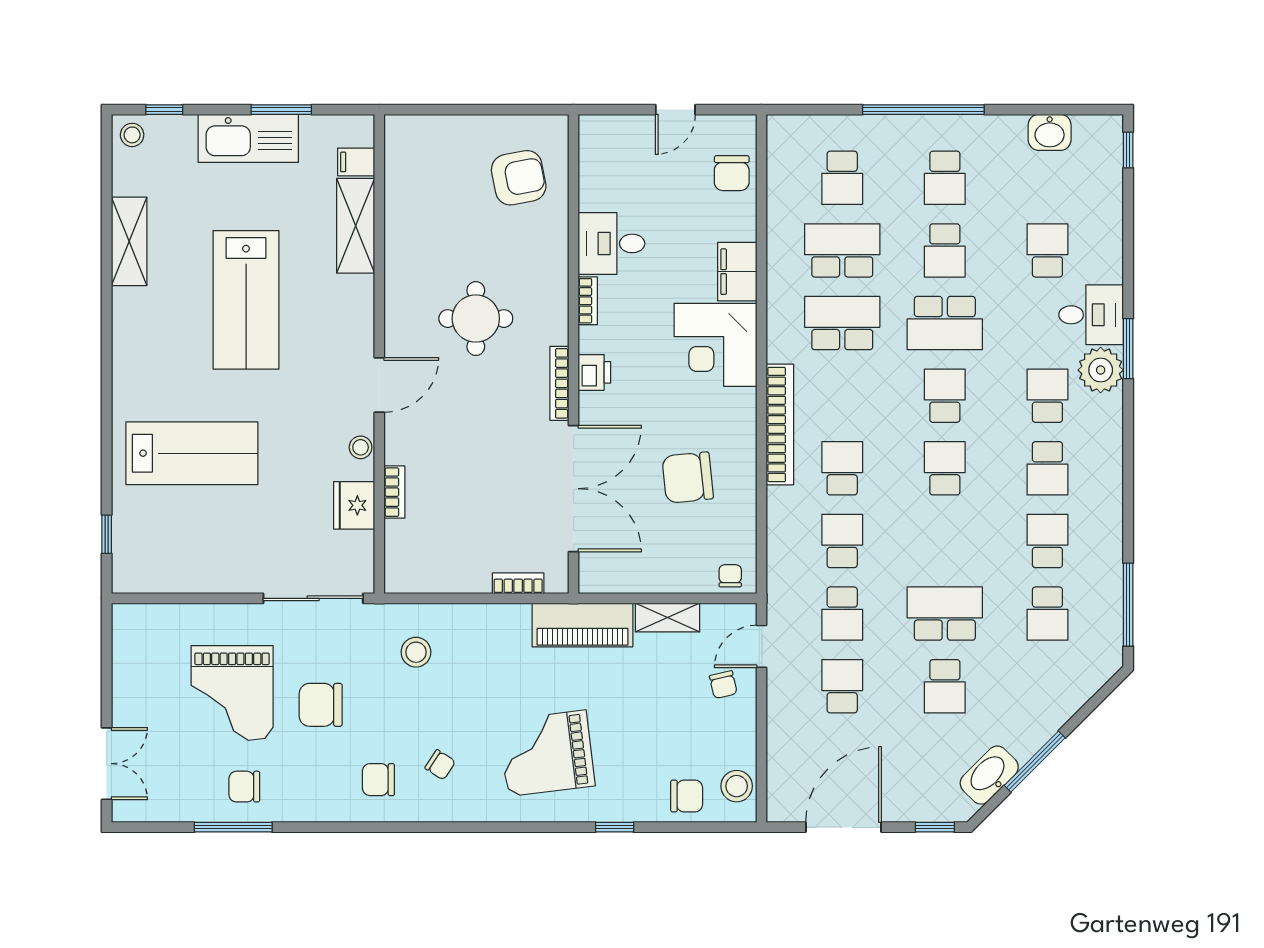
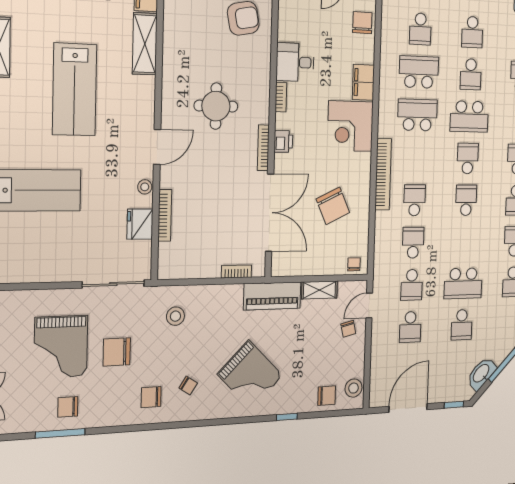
chair: (732, 173) -> (362, 23), turned 180
chair: (688, 478) -> (333, 206), turned -109
bookcase: (394, 492) -> (165, 215), width x1.56
school desk: (945, 614) -> (463, 283), turned 180
school desk: (842, 686) -> (410, 327), turned 180
grand piano: (547, 753) -> (250, 375), turned -128

